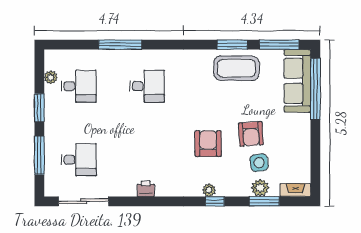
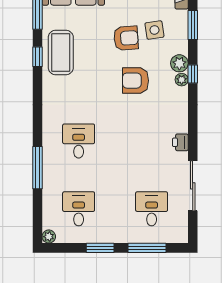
window: (232, 45) -> (37, 57), width x0.67
plant: (51, 77) -> (49, 237), moved
plant: (260, 188) -> (179, 63), moved
sliding door: (83, 201) -> (193, 186), moved

